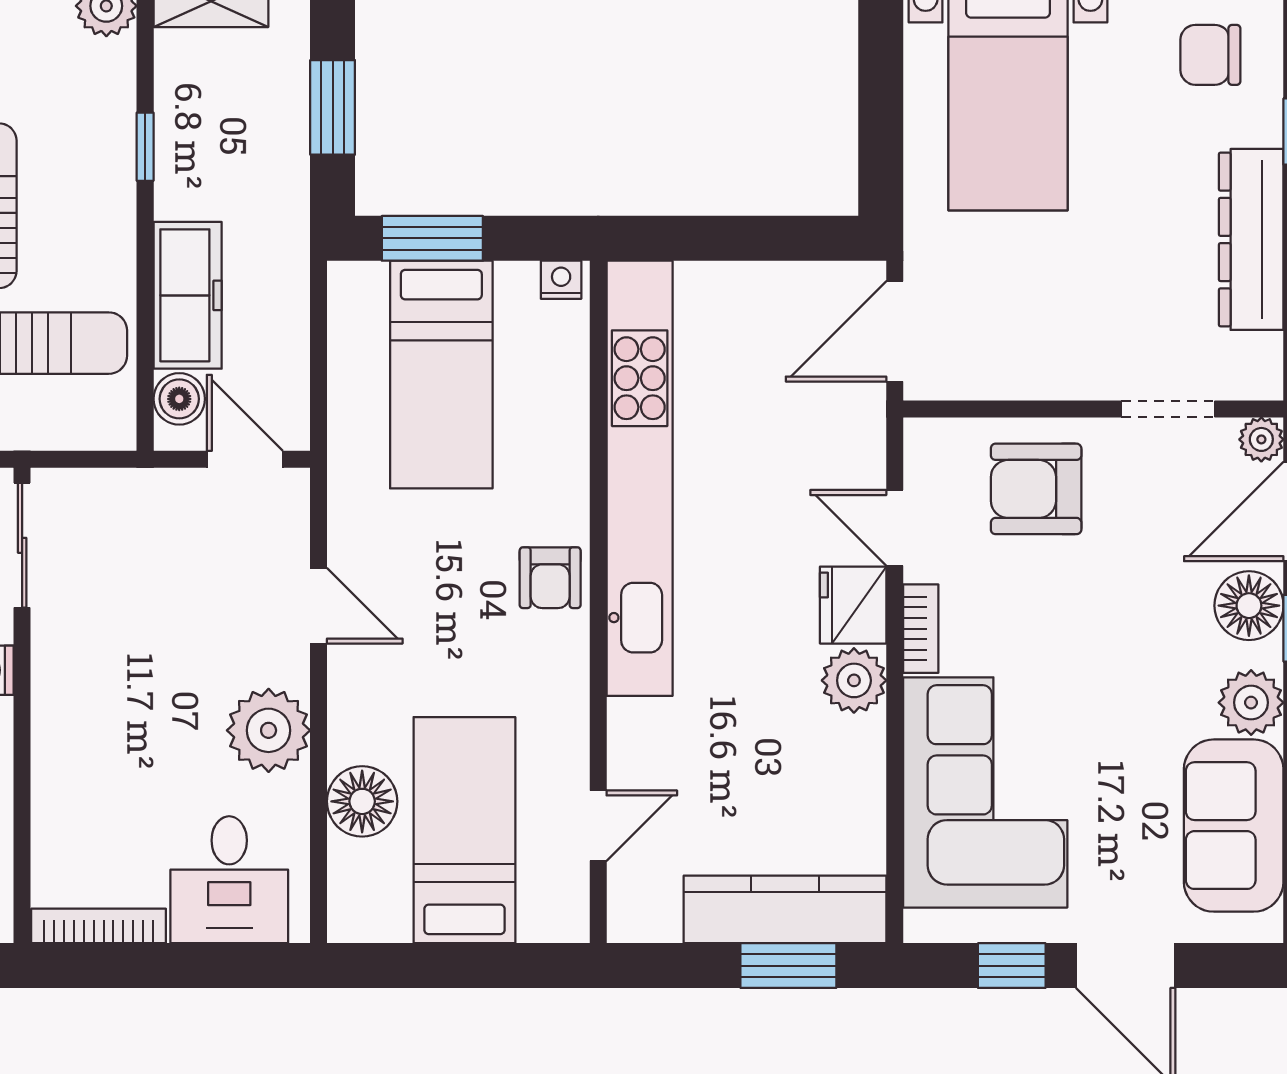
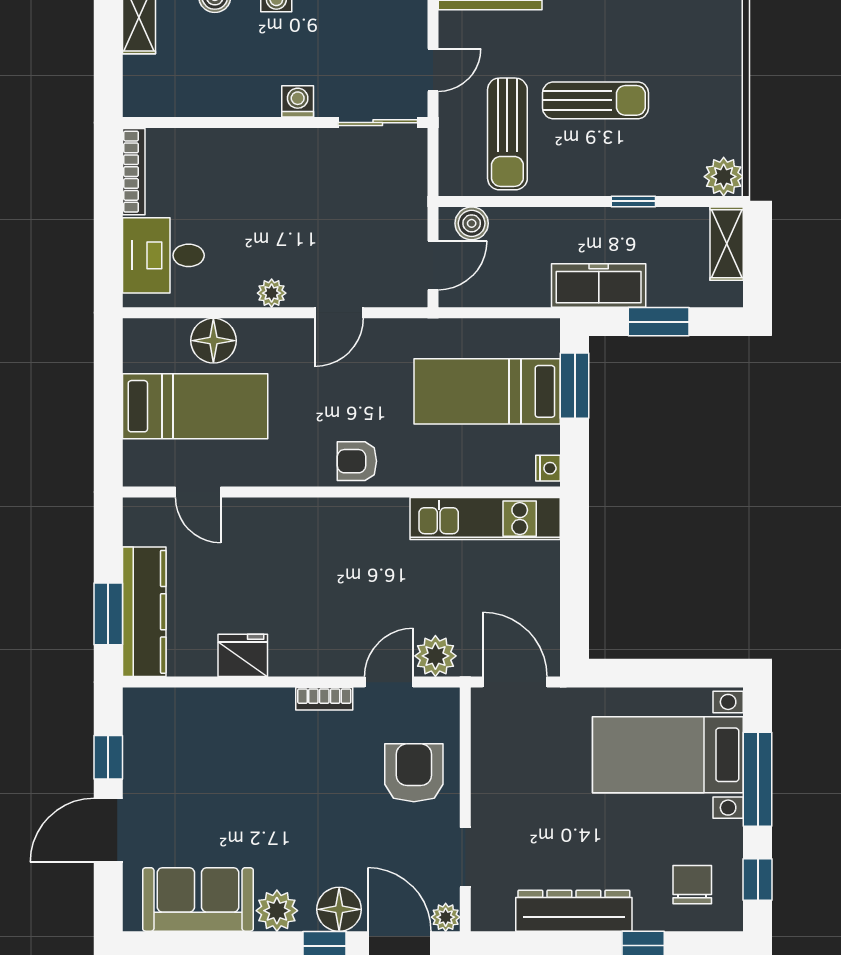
freezer: (188, 295) -> (599, 285), moved, turned 180
kitchen unit: (640, 478) -> (485, 519), width x0.54
fridge: (853, 605) -> (243, 655), moved
plant: (854, 680) -> (435, 656), moved
plant: (269, 730) -> (272, 293), width x0.53, depth x0.53
corner sofa: (985, 792) -> (219, 740), removed

